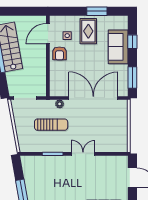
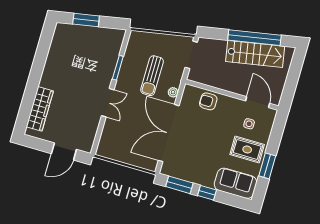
window: (132, 42) -> (207, 193), moved
sofa: (118, 47) -> (235, 183), moved
armchair: (59, 53) -> (208, 101), moved
double door: (93, 98) -> (169, 133), swing flipped

